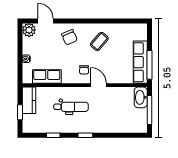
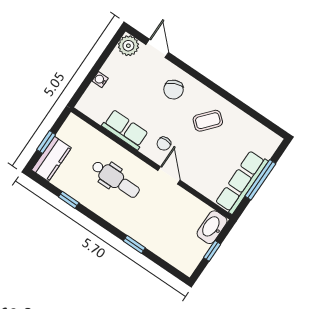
window: (149, 65) -> (260, 180), moved
row of seats: (47, 77) -> (125, 130), moved
kitchen counter: (29, 100) -> (51, 159), moved
window: (149, 110) -> (212, 251), width x0.46
window: (85, 135) -> (134, 244), moved

